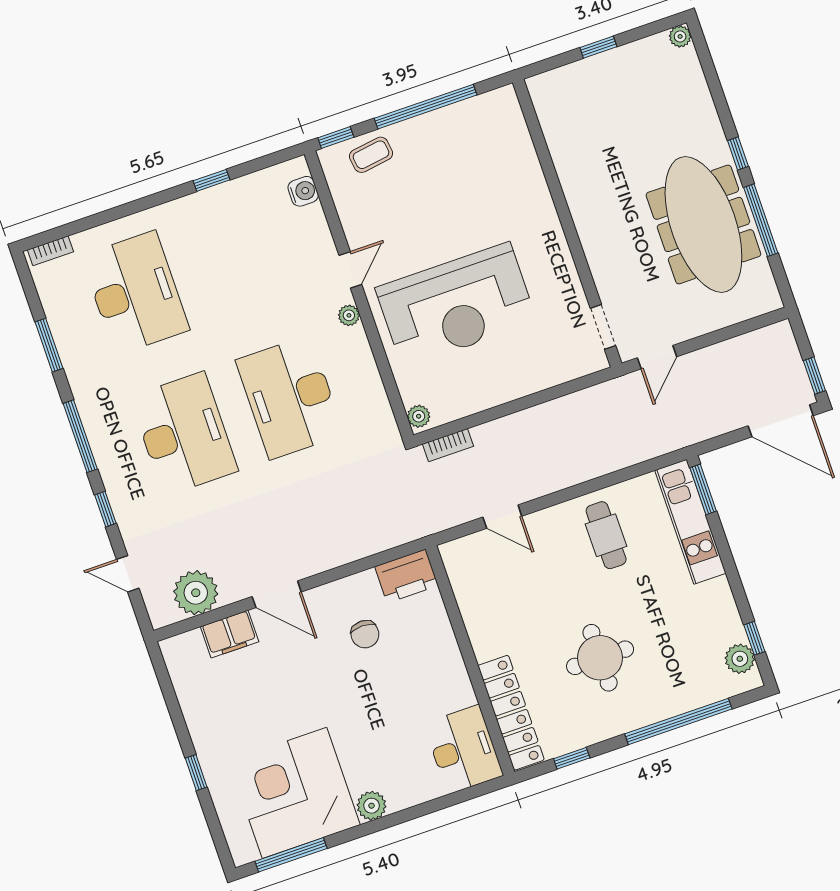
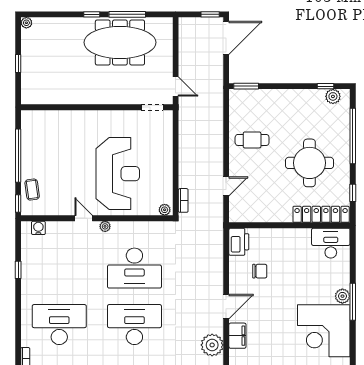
kitchen unit: (690, 522) -> (259, 98), removed
round table: (600, 658) -> (309, 163), width x1.36, depth x1.36
window: (291, 855) -> (353, 302), moved

